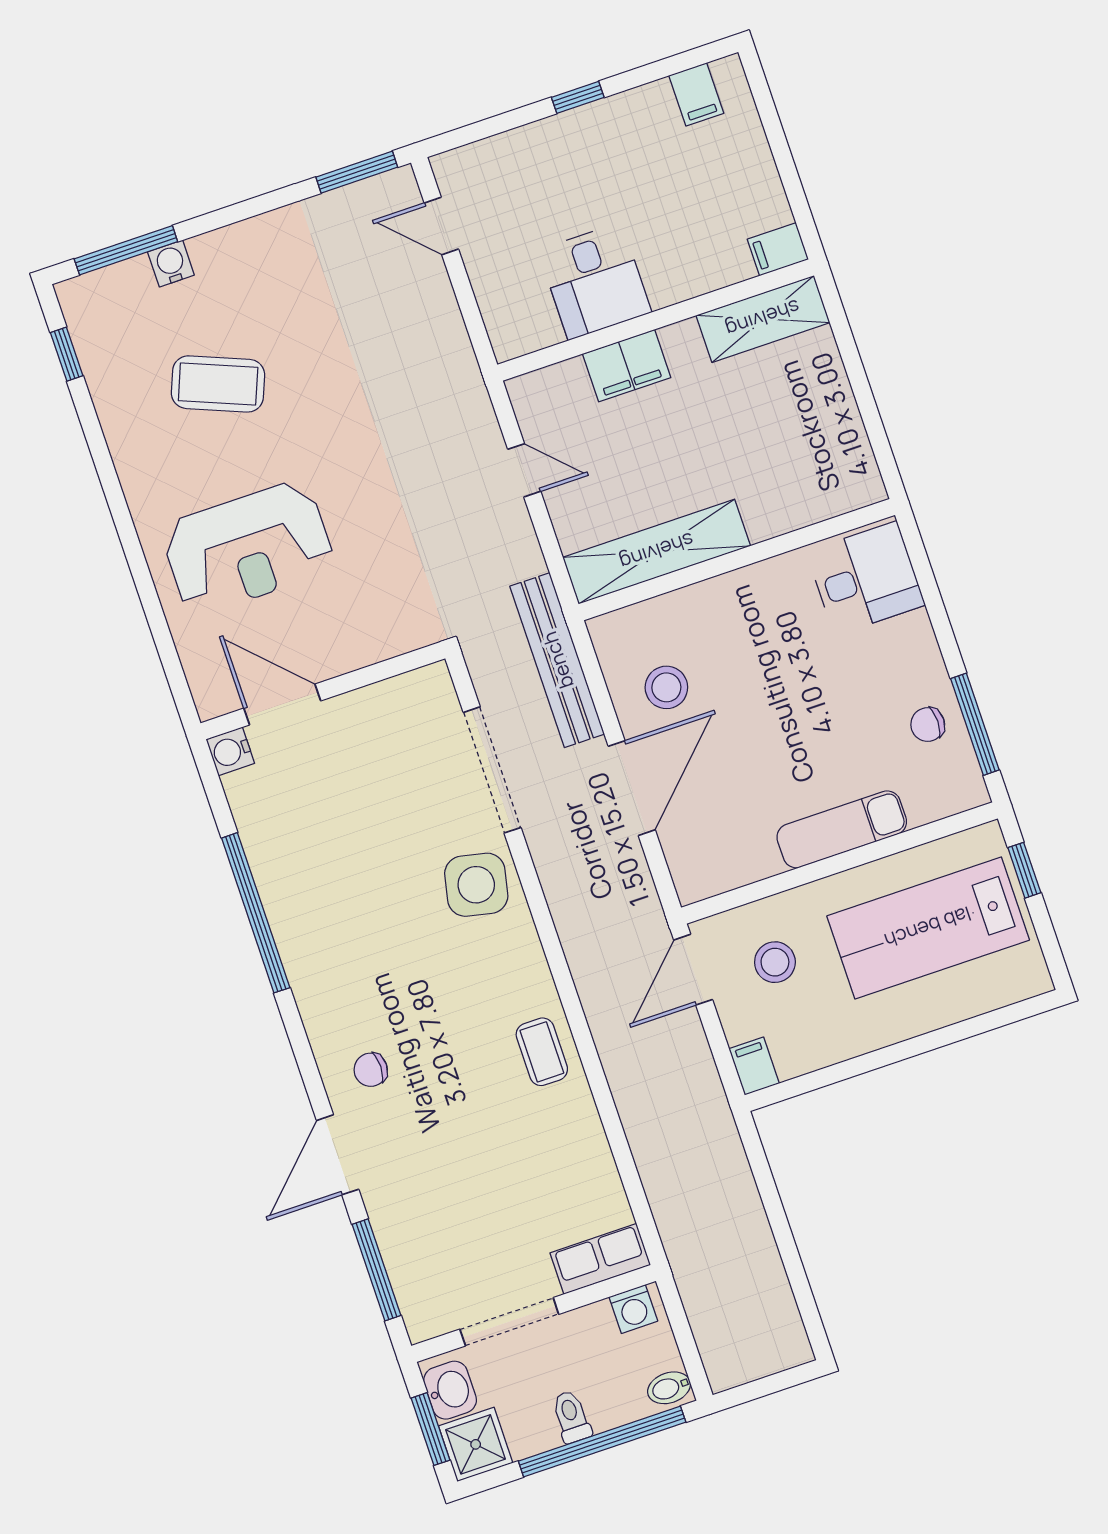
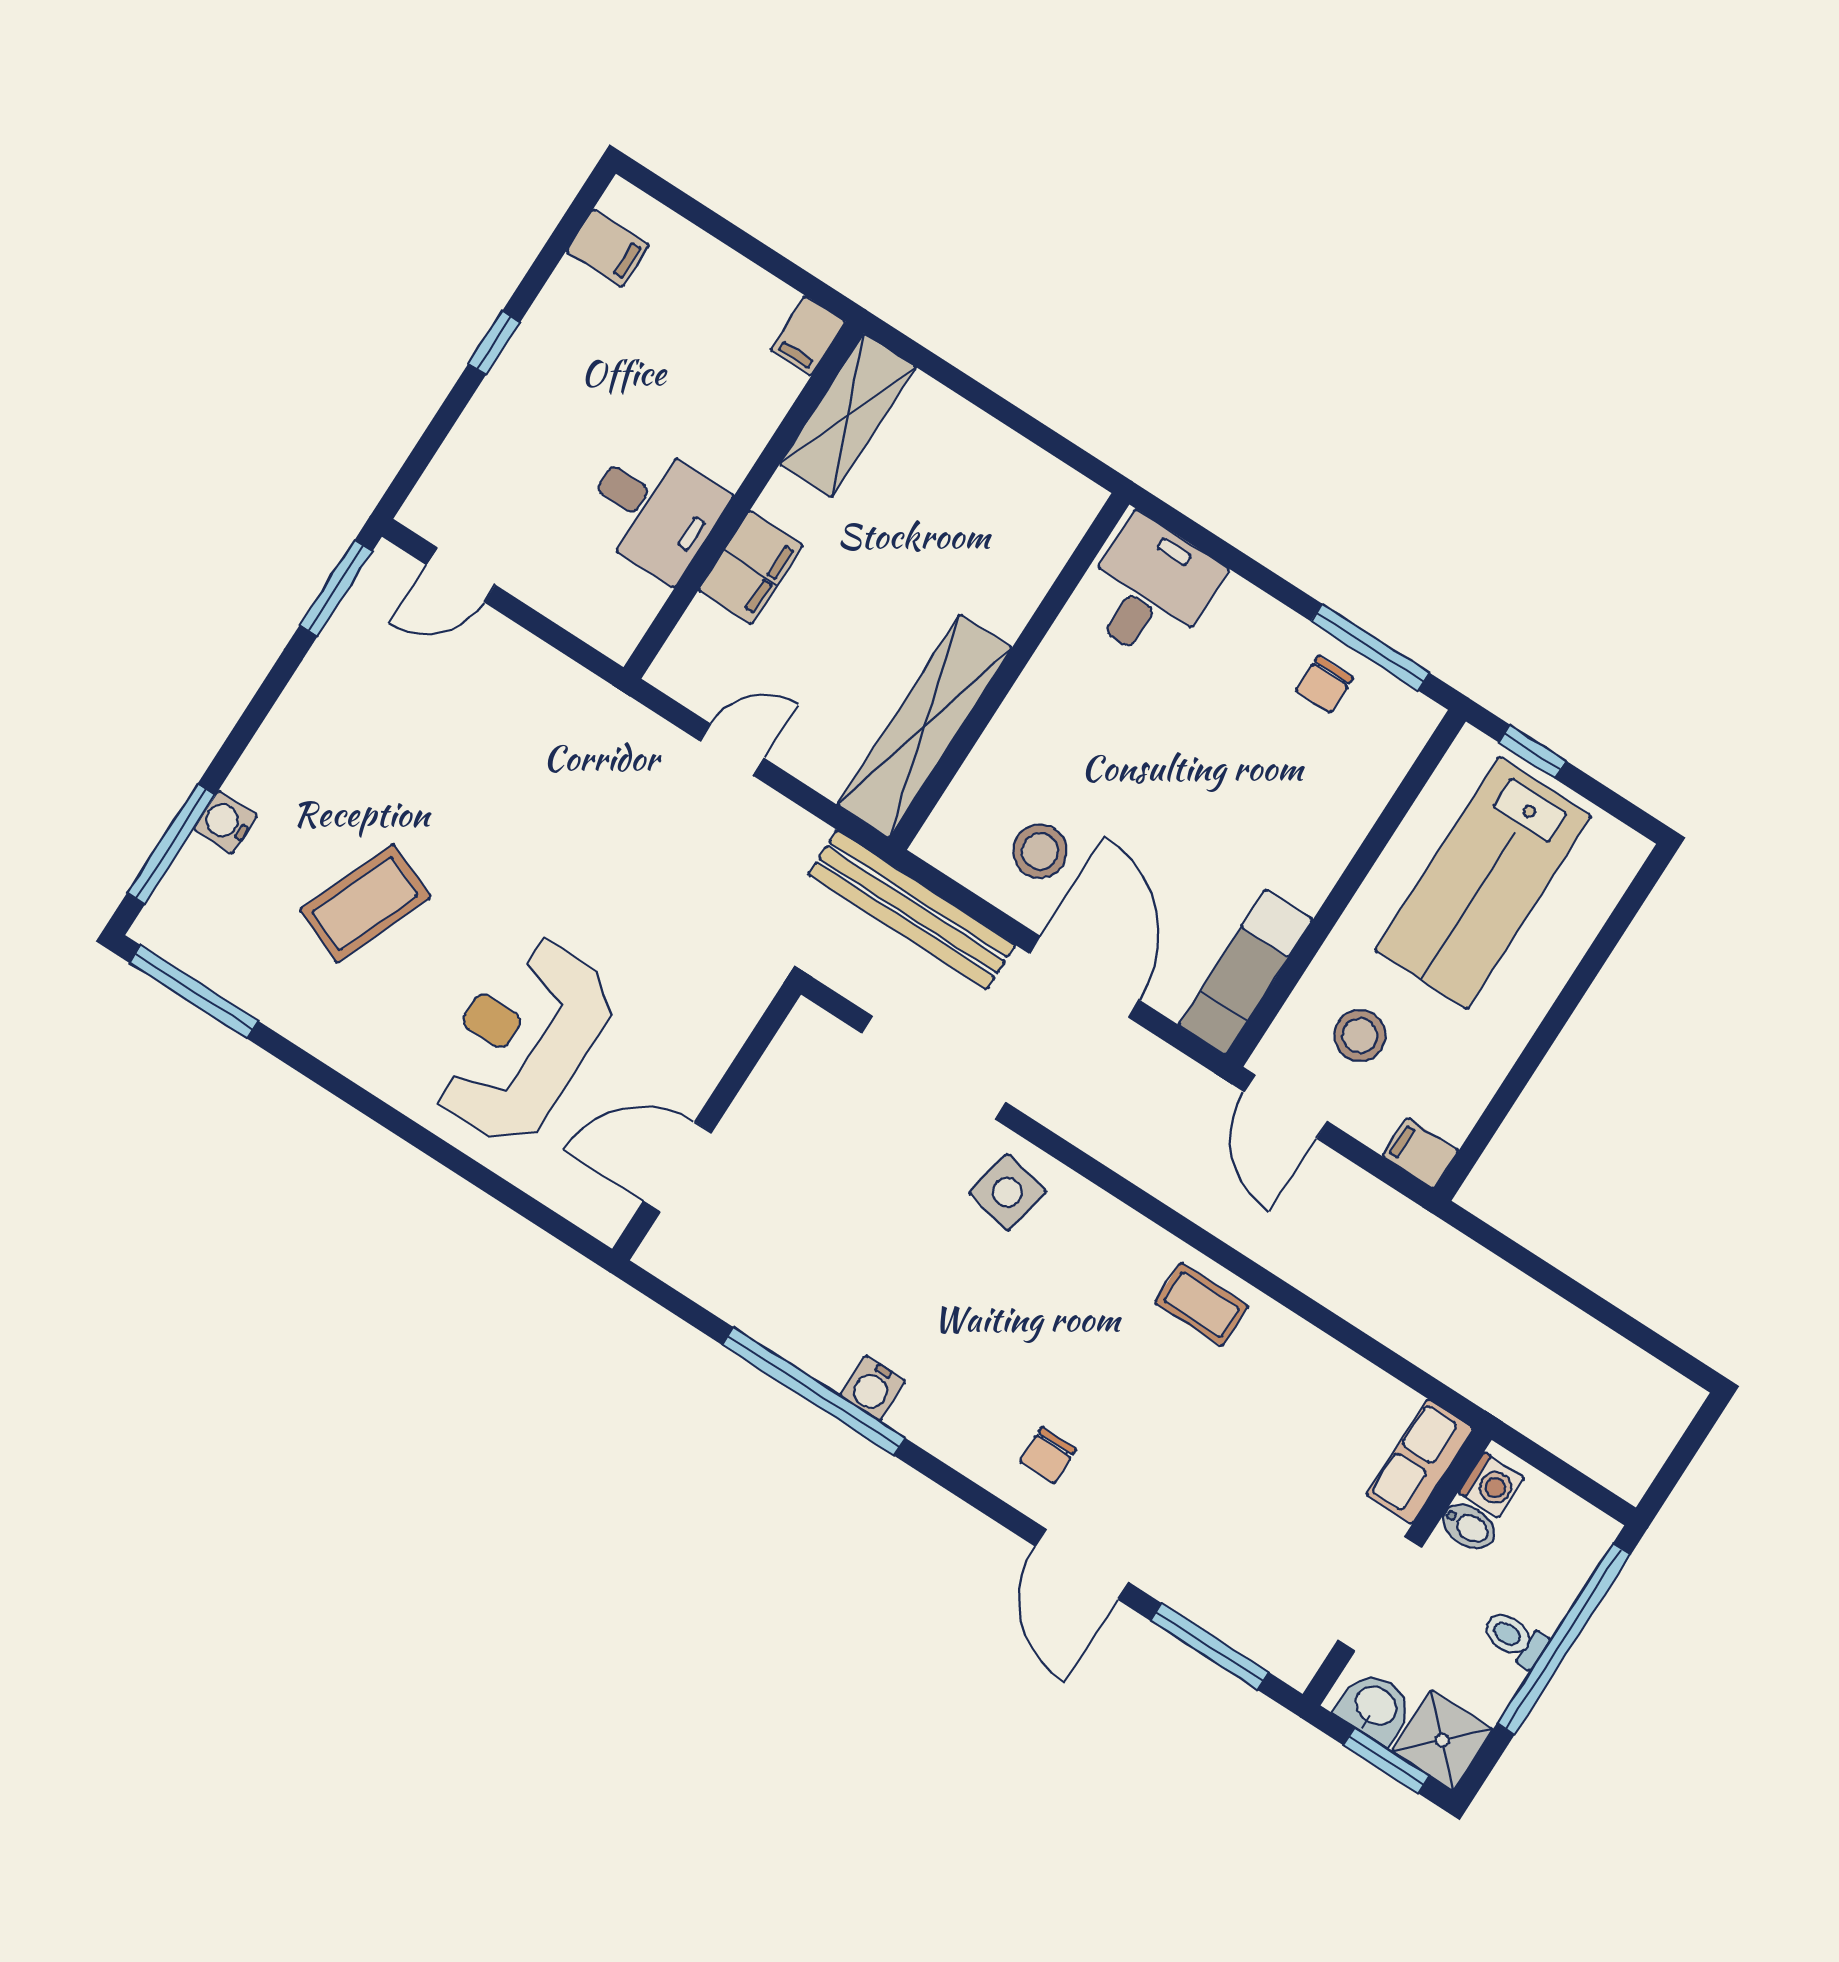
window: (67, 354) -> (194, 992), width x2.17
reception desk: (248, 548) -> (522, 1040), turned 180
water cooler: (230, 751) -> (873, 1388), moved
exam couch: (842, 829) -> (1246, 972), moved
side table: (476, 885) -> (1007, 1192), width x0.73, depth x0.73
bidet: (669, 1388) -> (1469, 1526), moved, turned -90

